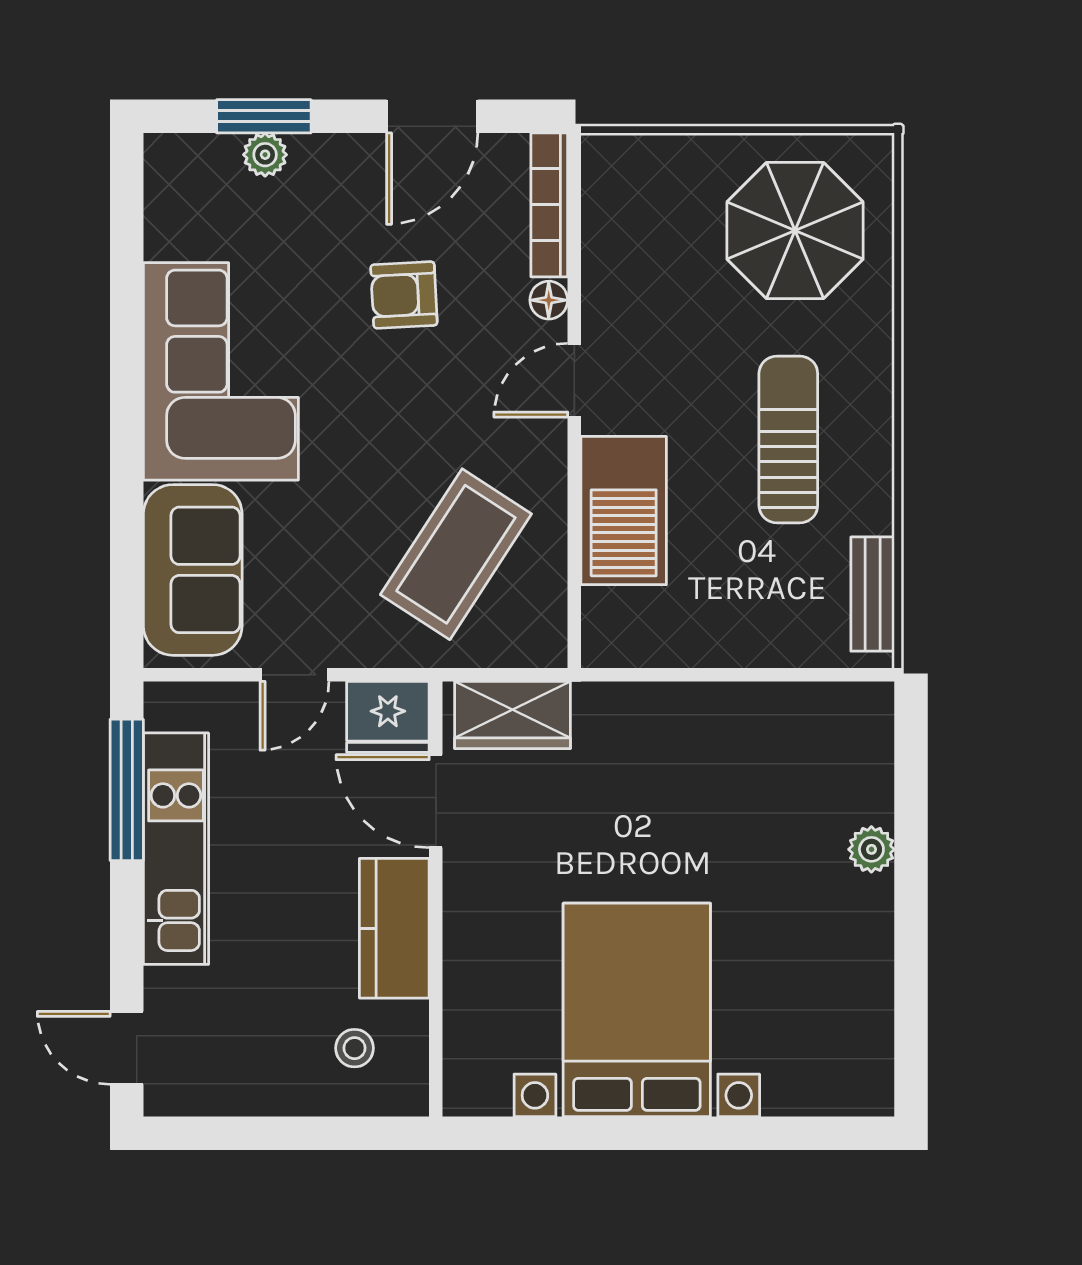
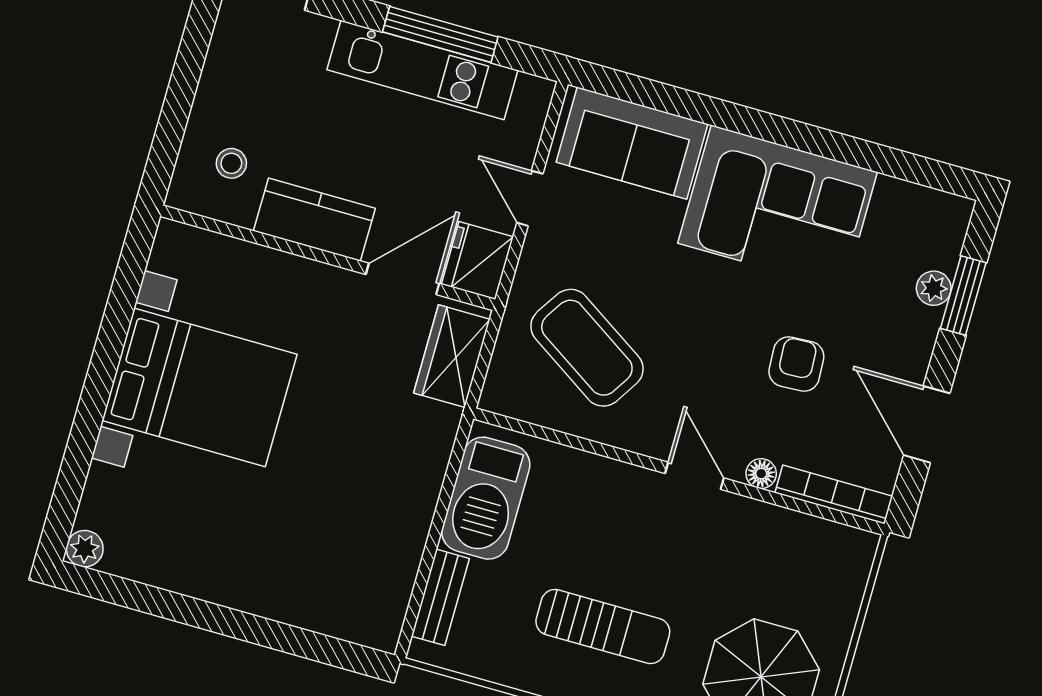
barbecue: (624, 511) -> (486, 498), moved, turned -90
bench: (873, 594) -> (440, 597), moved, turned 90
window: (127, 790) -> (440, 34), moved
plant: (871, 849) -> (85, 549), moved

